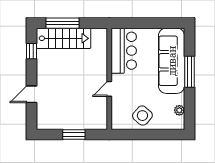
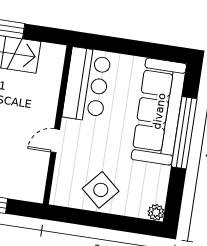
window: (189, 72) -> (184, 133), width x1.46
plant: (179, 110) -> (156, 212), moved

